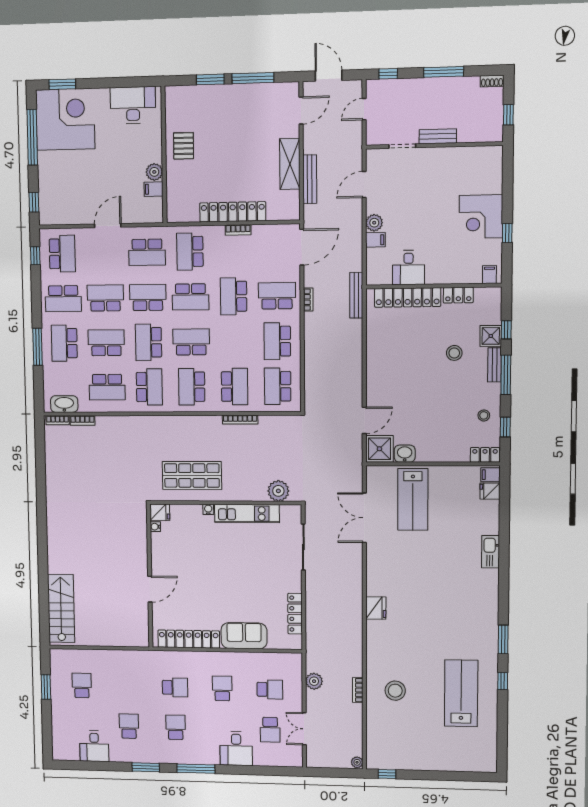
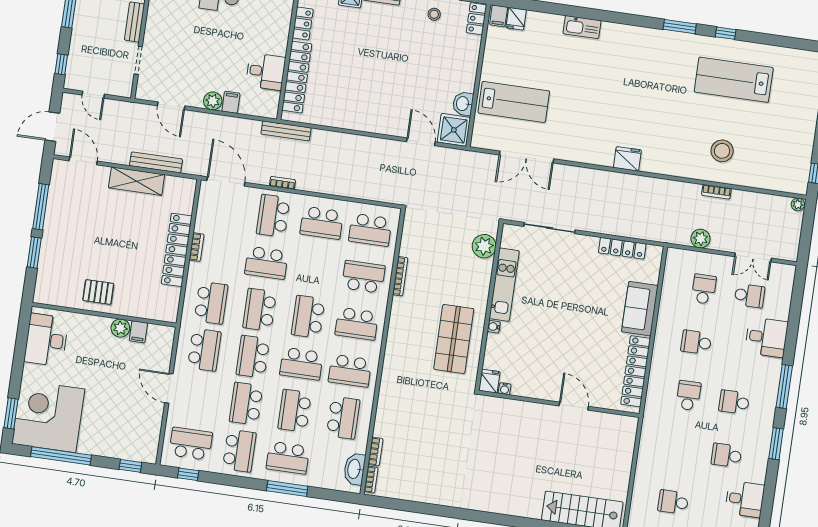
school desk: (190, 252) -> (211, 303), turned -90
school desk: (191, 297) -> (260, 310), turned 180
stool: (454, 353) -> (363, 36), removed
school desk: (149, 387) -> (350, 371), turned 180

